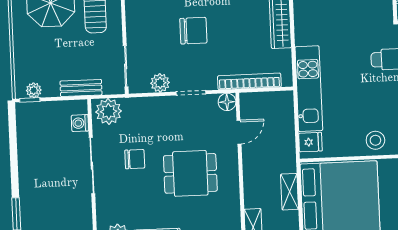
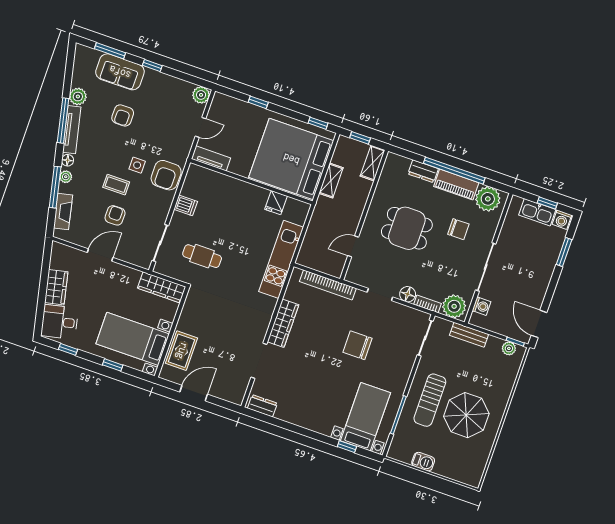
plant: (160, 83) -> (402, 313), removed
floor lamp: (227, 102) -> (408, 294), moved
bookcase: (137, 103) -> (427, 304), added
door: (13, 128) -> (539, 324), added
stool: (375, 140) -> (243, 195), removed
fridge: (310, 142) -> (276, 203), moved, turned -90
chair: (135, 159) -> (458, 229), moved, turned 180

